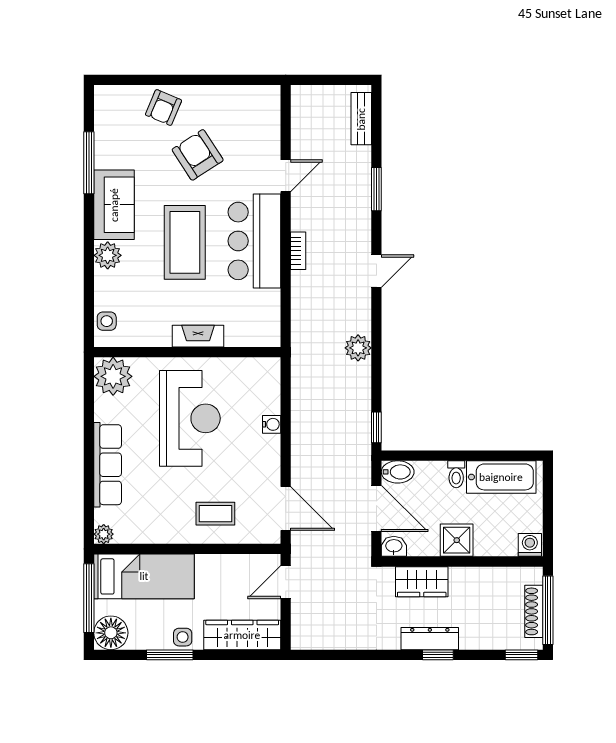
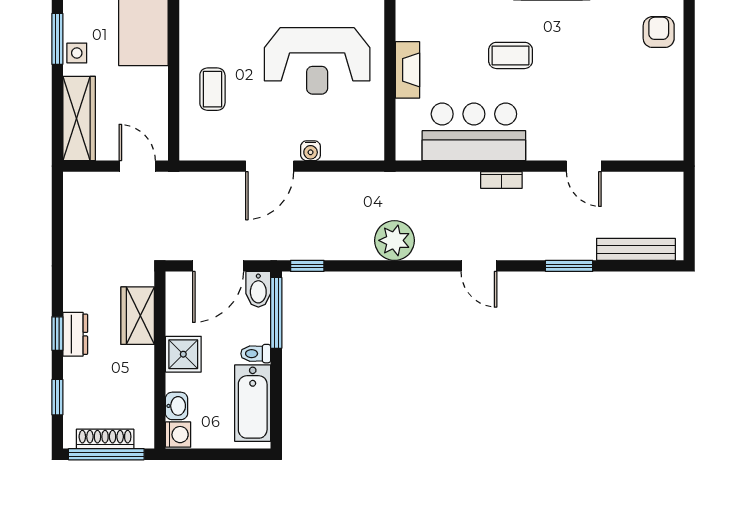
armchair: (163, 108) -> (659, 32), turned 67
bench: (361, 119) -> (636, 249), width x1.36
armchair: (198, 155) -> (607, 70), removed
bar counter: (254, 241) -> (474, 132), moved
coffee table: (185, 242) -> (511, 55), width x0.54, depth x0.58
plant: (358, 348) -> (394, 240), width x1.36, depth x1.36
window: (419, 456) -> (276, 313), added
door: (286, 509) -> (270, 166), moved
washbasin: (394, 546) -> (176, 406), moved
dresser: (430, 639) -> (75, 334), width x0.70
window: (521, 655) -> (57, 397), moved

